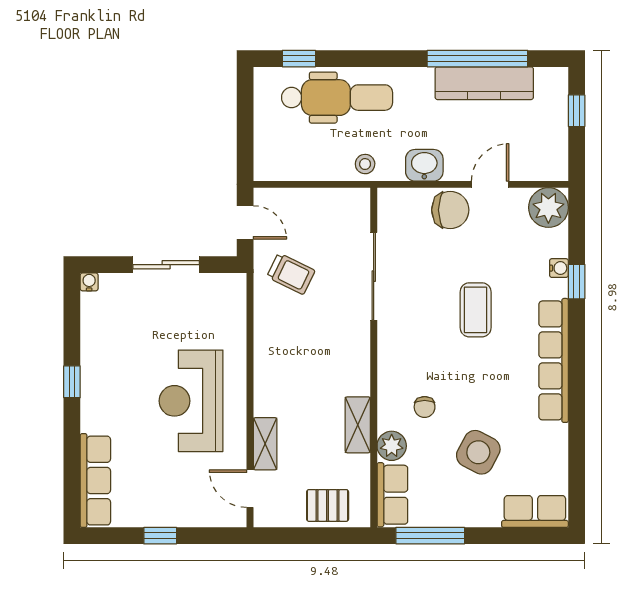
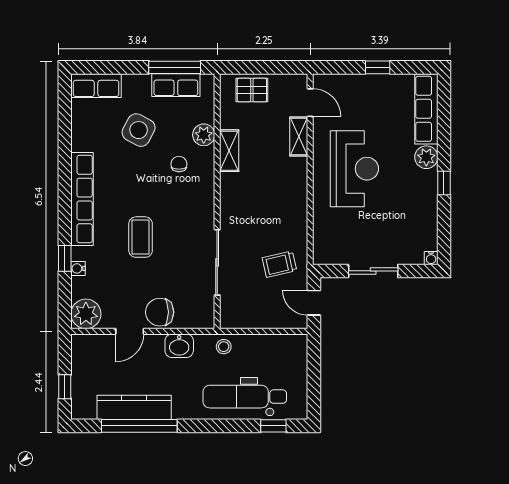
trolley: (291, 274) -> (279, 264), turned -39
plant: (95, 416) -> (426, 157), added
row of seats: (392, 495) -> (176, 85), moved, turned -90

